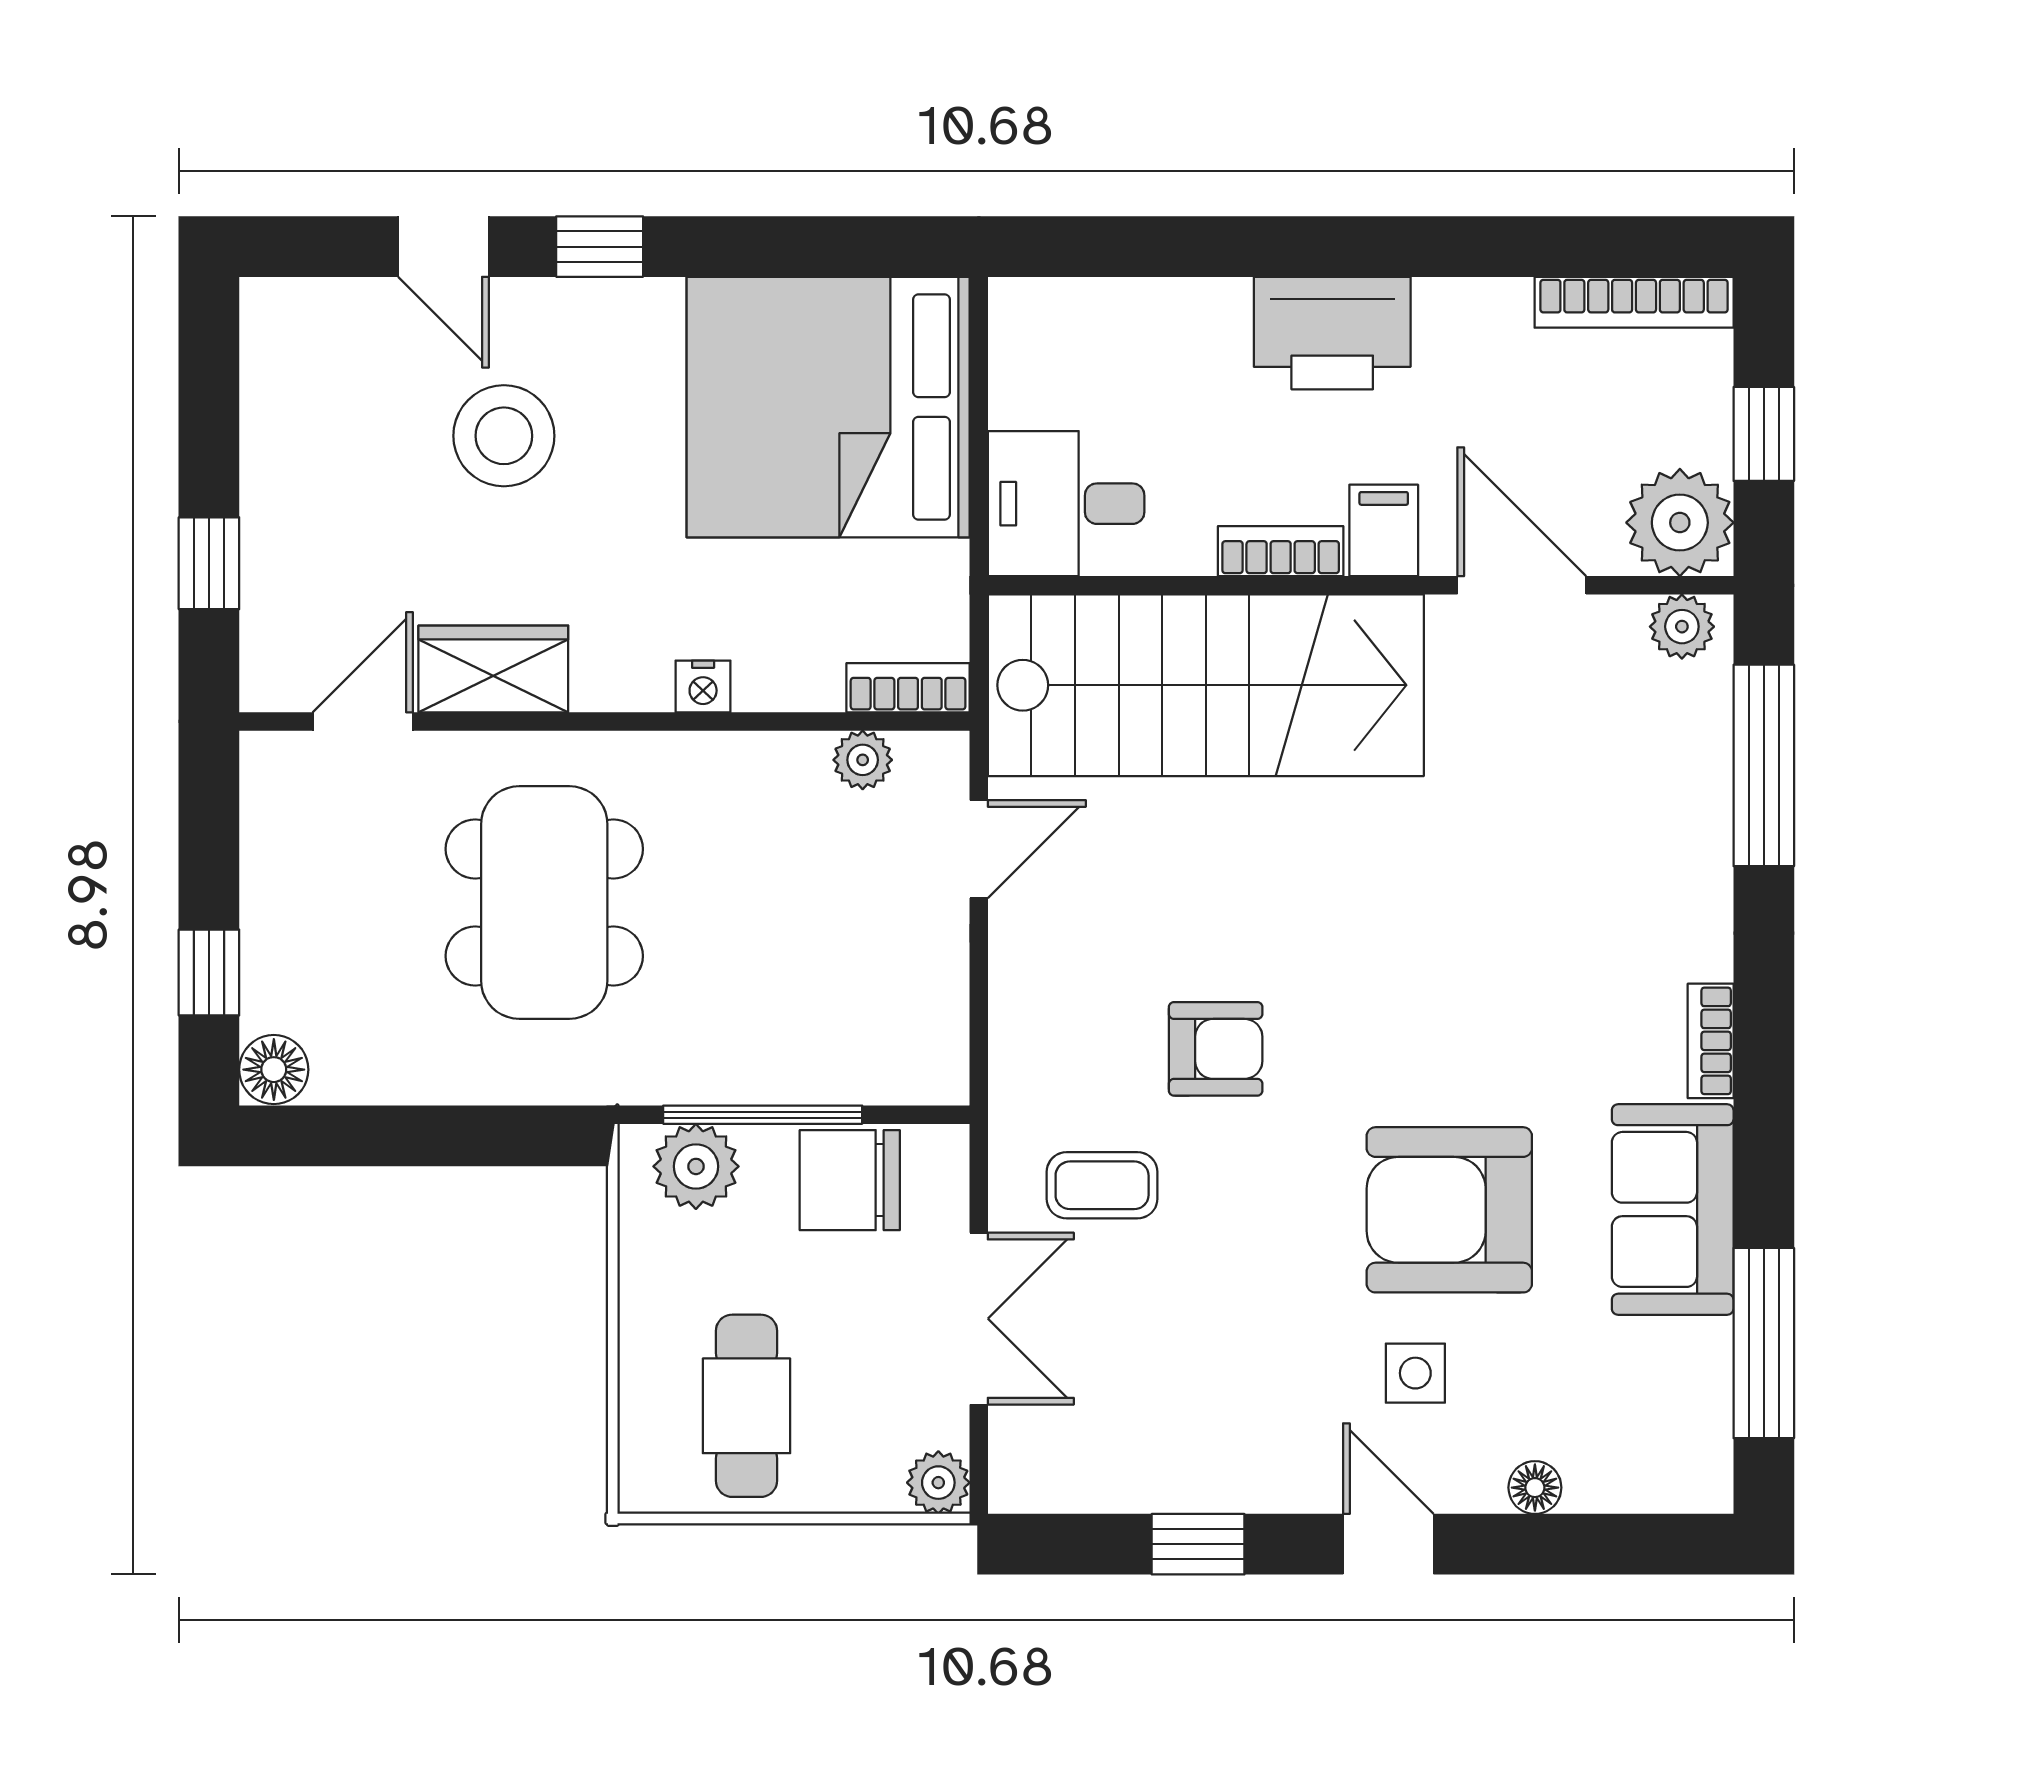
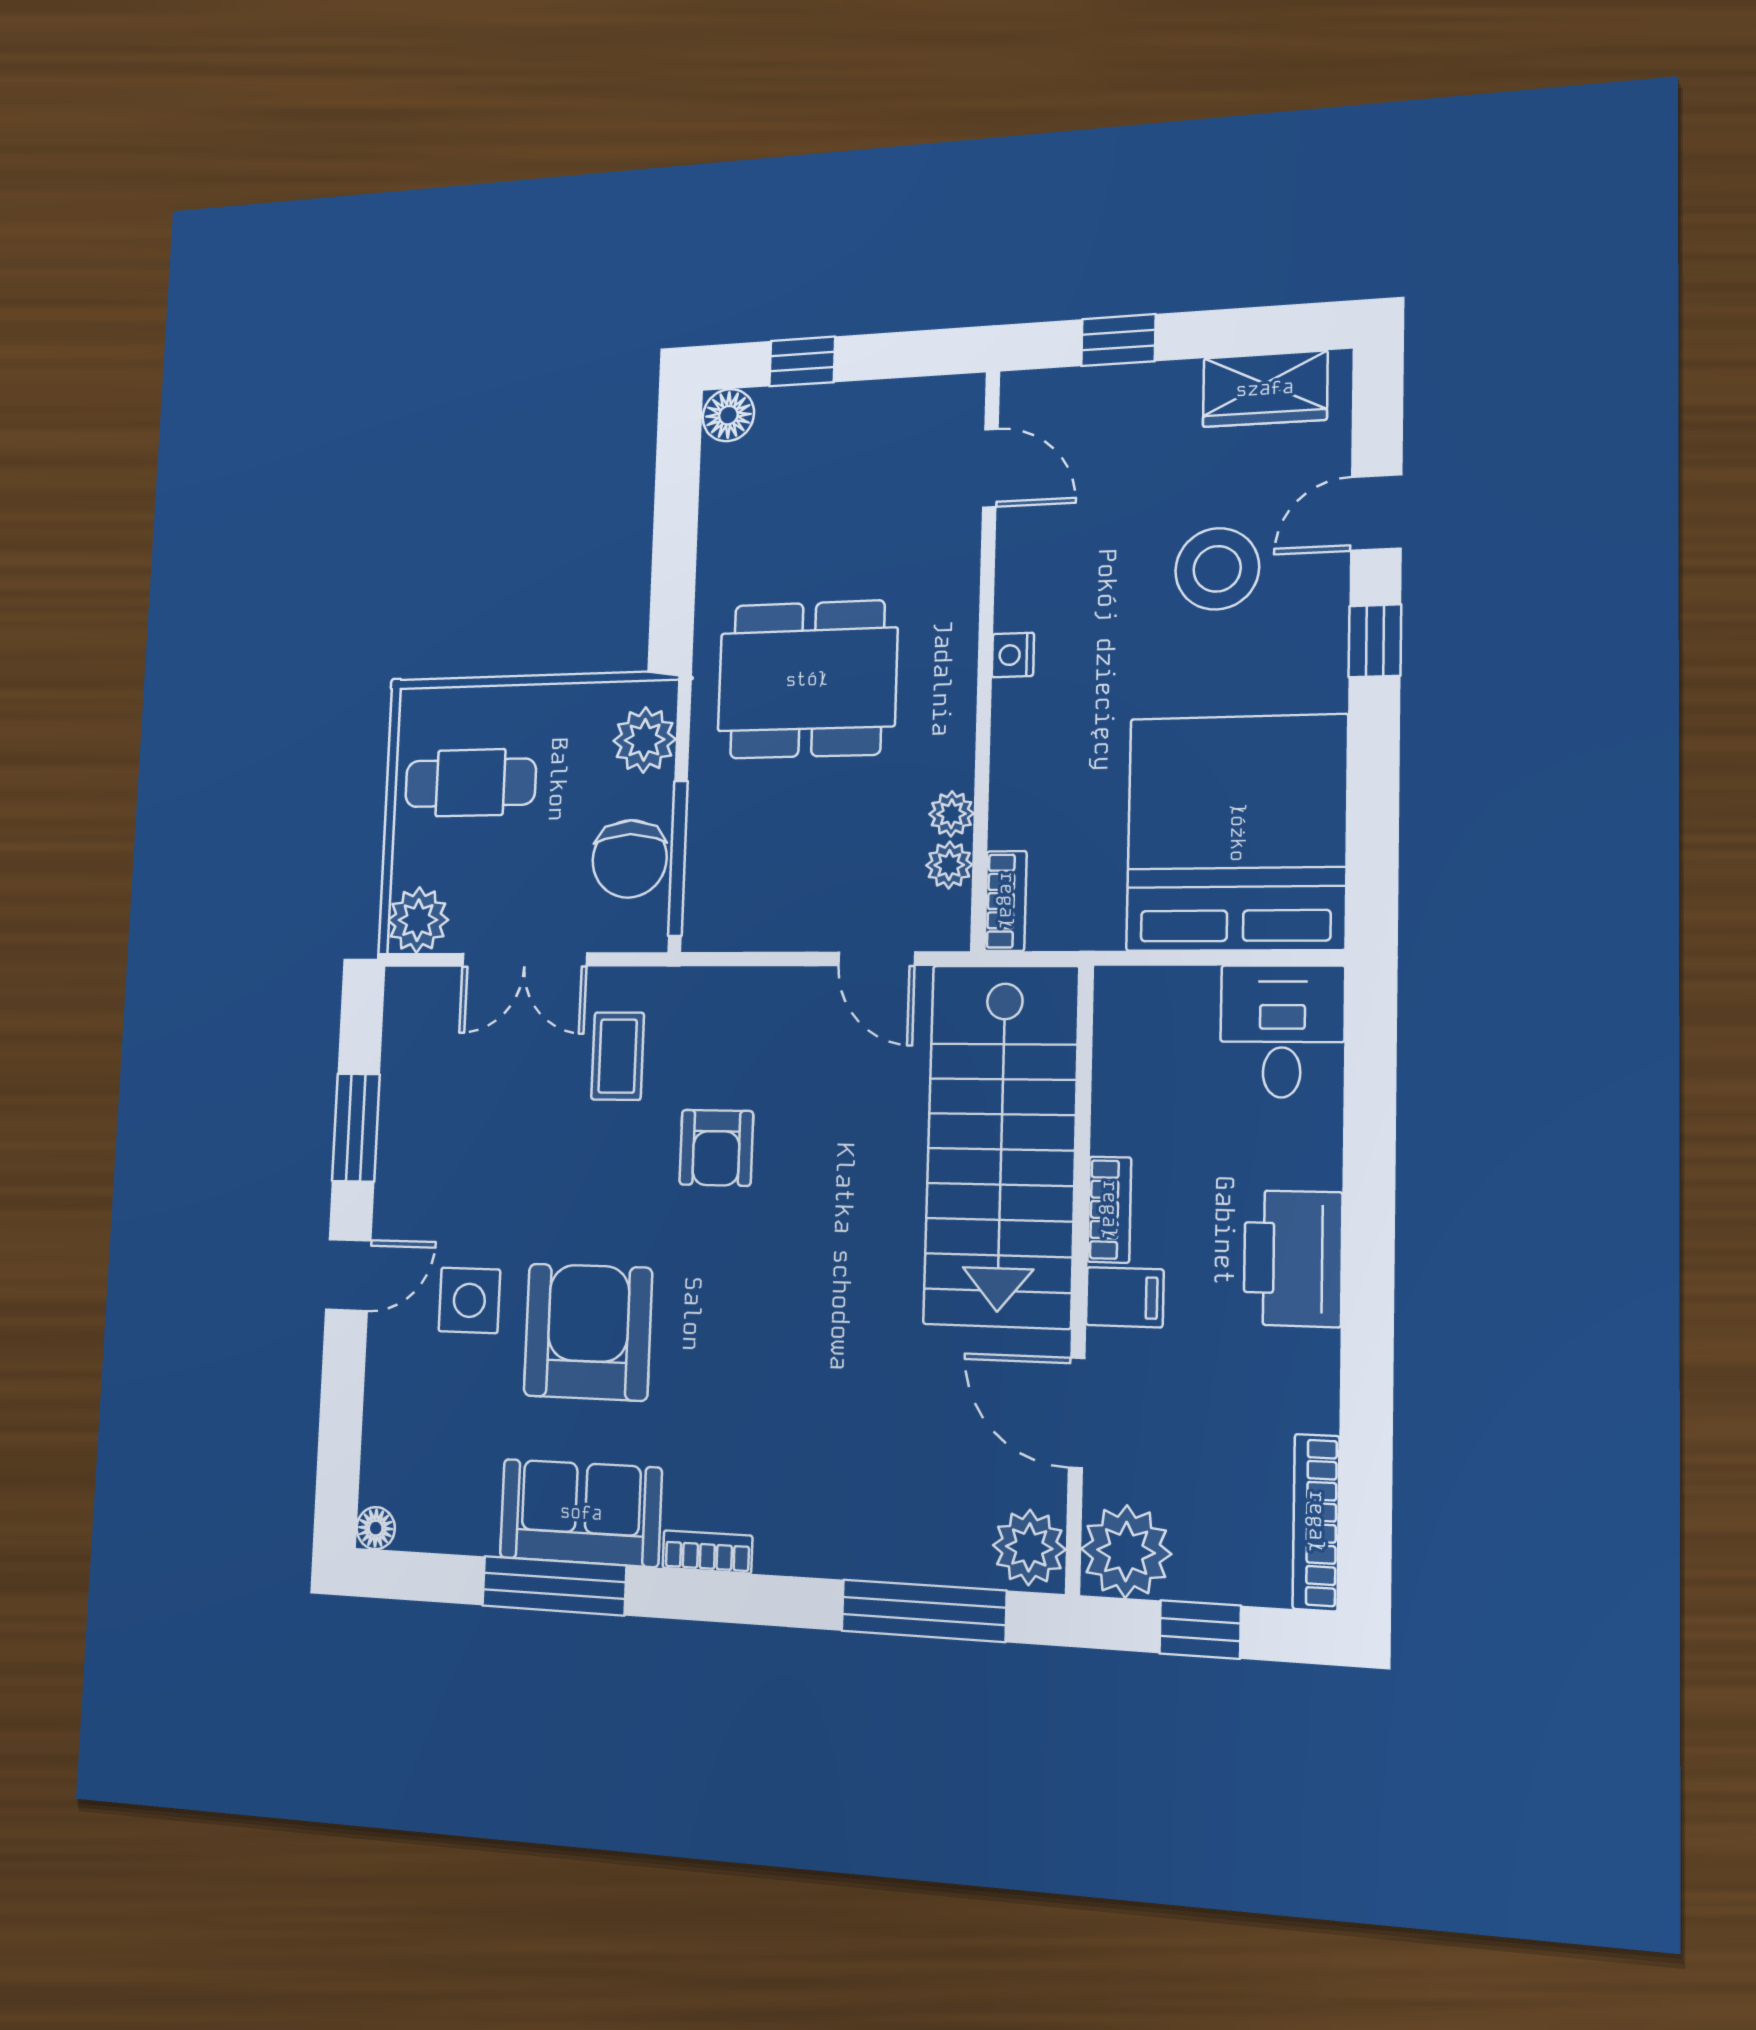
desk: (1066, 504) -> (1282, 1031), moved
door: (1522, 585) -> (1077, 1413), swing flipped
plant: (1682, 627) -> (1029, 1547), width x1.38, depth x1.38
wardrobe: (493, 669) -> (1265, 389), moved, turned 90
nightstand: (703, 686) -> (1013, 655), moved
plant: (799, 759) -> (951, 814), added
dining table: (544, 902) -> (807, 680), moved
window: (763, 1115) -> (678, 858), moved
chair: (850, 1180) -> (630, 859), turned 180
window: (1764, 1343) -> (554, 1586), moved
side table: (1415, 1373) -> (469, 1300), width x1.37, depth x1.37
plant: (938, 1483) -> (418, 920), width x1.38, depth x1.38
floor lamp: (1535, 1488) -> (376, 1528), moved
window: (1198, 1544) -> (356, 1128), width x1.50

